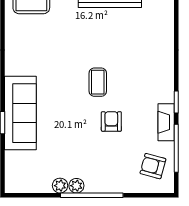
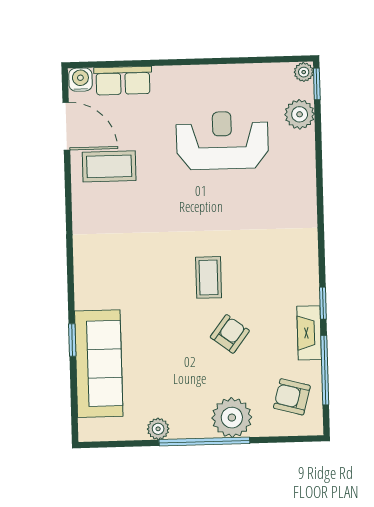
sofa: (20, 113) -> (99, 364), moved
armchair: (111, 121) -> (230, 334), turned 37
plant: (76, 186) -> (232, 418), moved, width x1.88, depth x1.88

